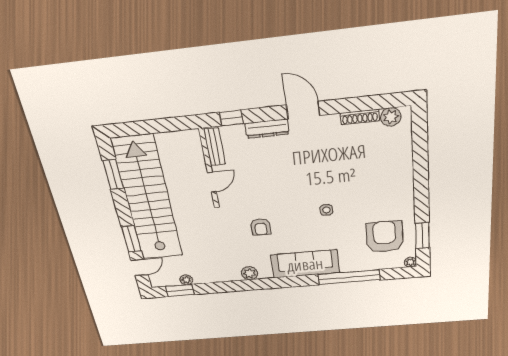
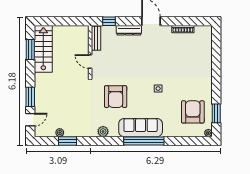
plant: (391, 117) -> (200, 31), removed
door: (212, 182) -> (90, 62), swing flipped
stairs: (148, 199) -> (43, 49), width x0.54, depth x0.66
armchair: (261, 227) -> (116, 97), width x1.88, depth x1.88
window: (349, 277) -> (144, 141), moved
window: (180, 290) -> (68, 141), moved

